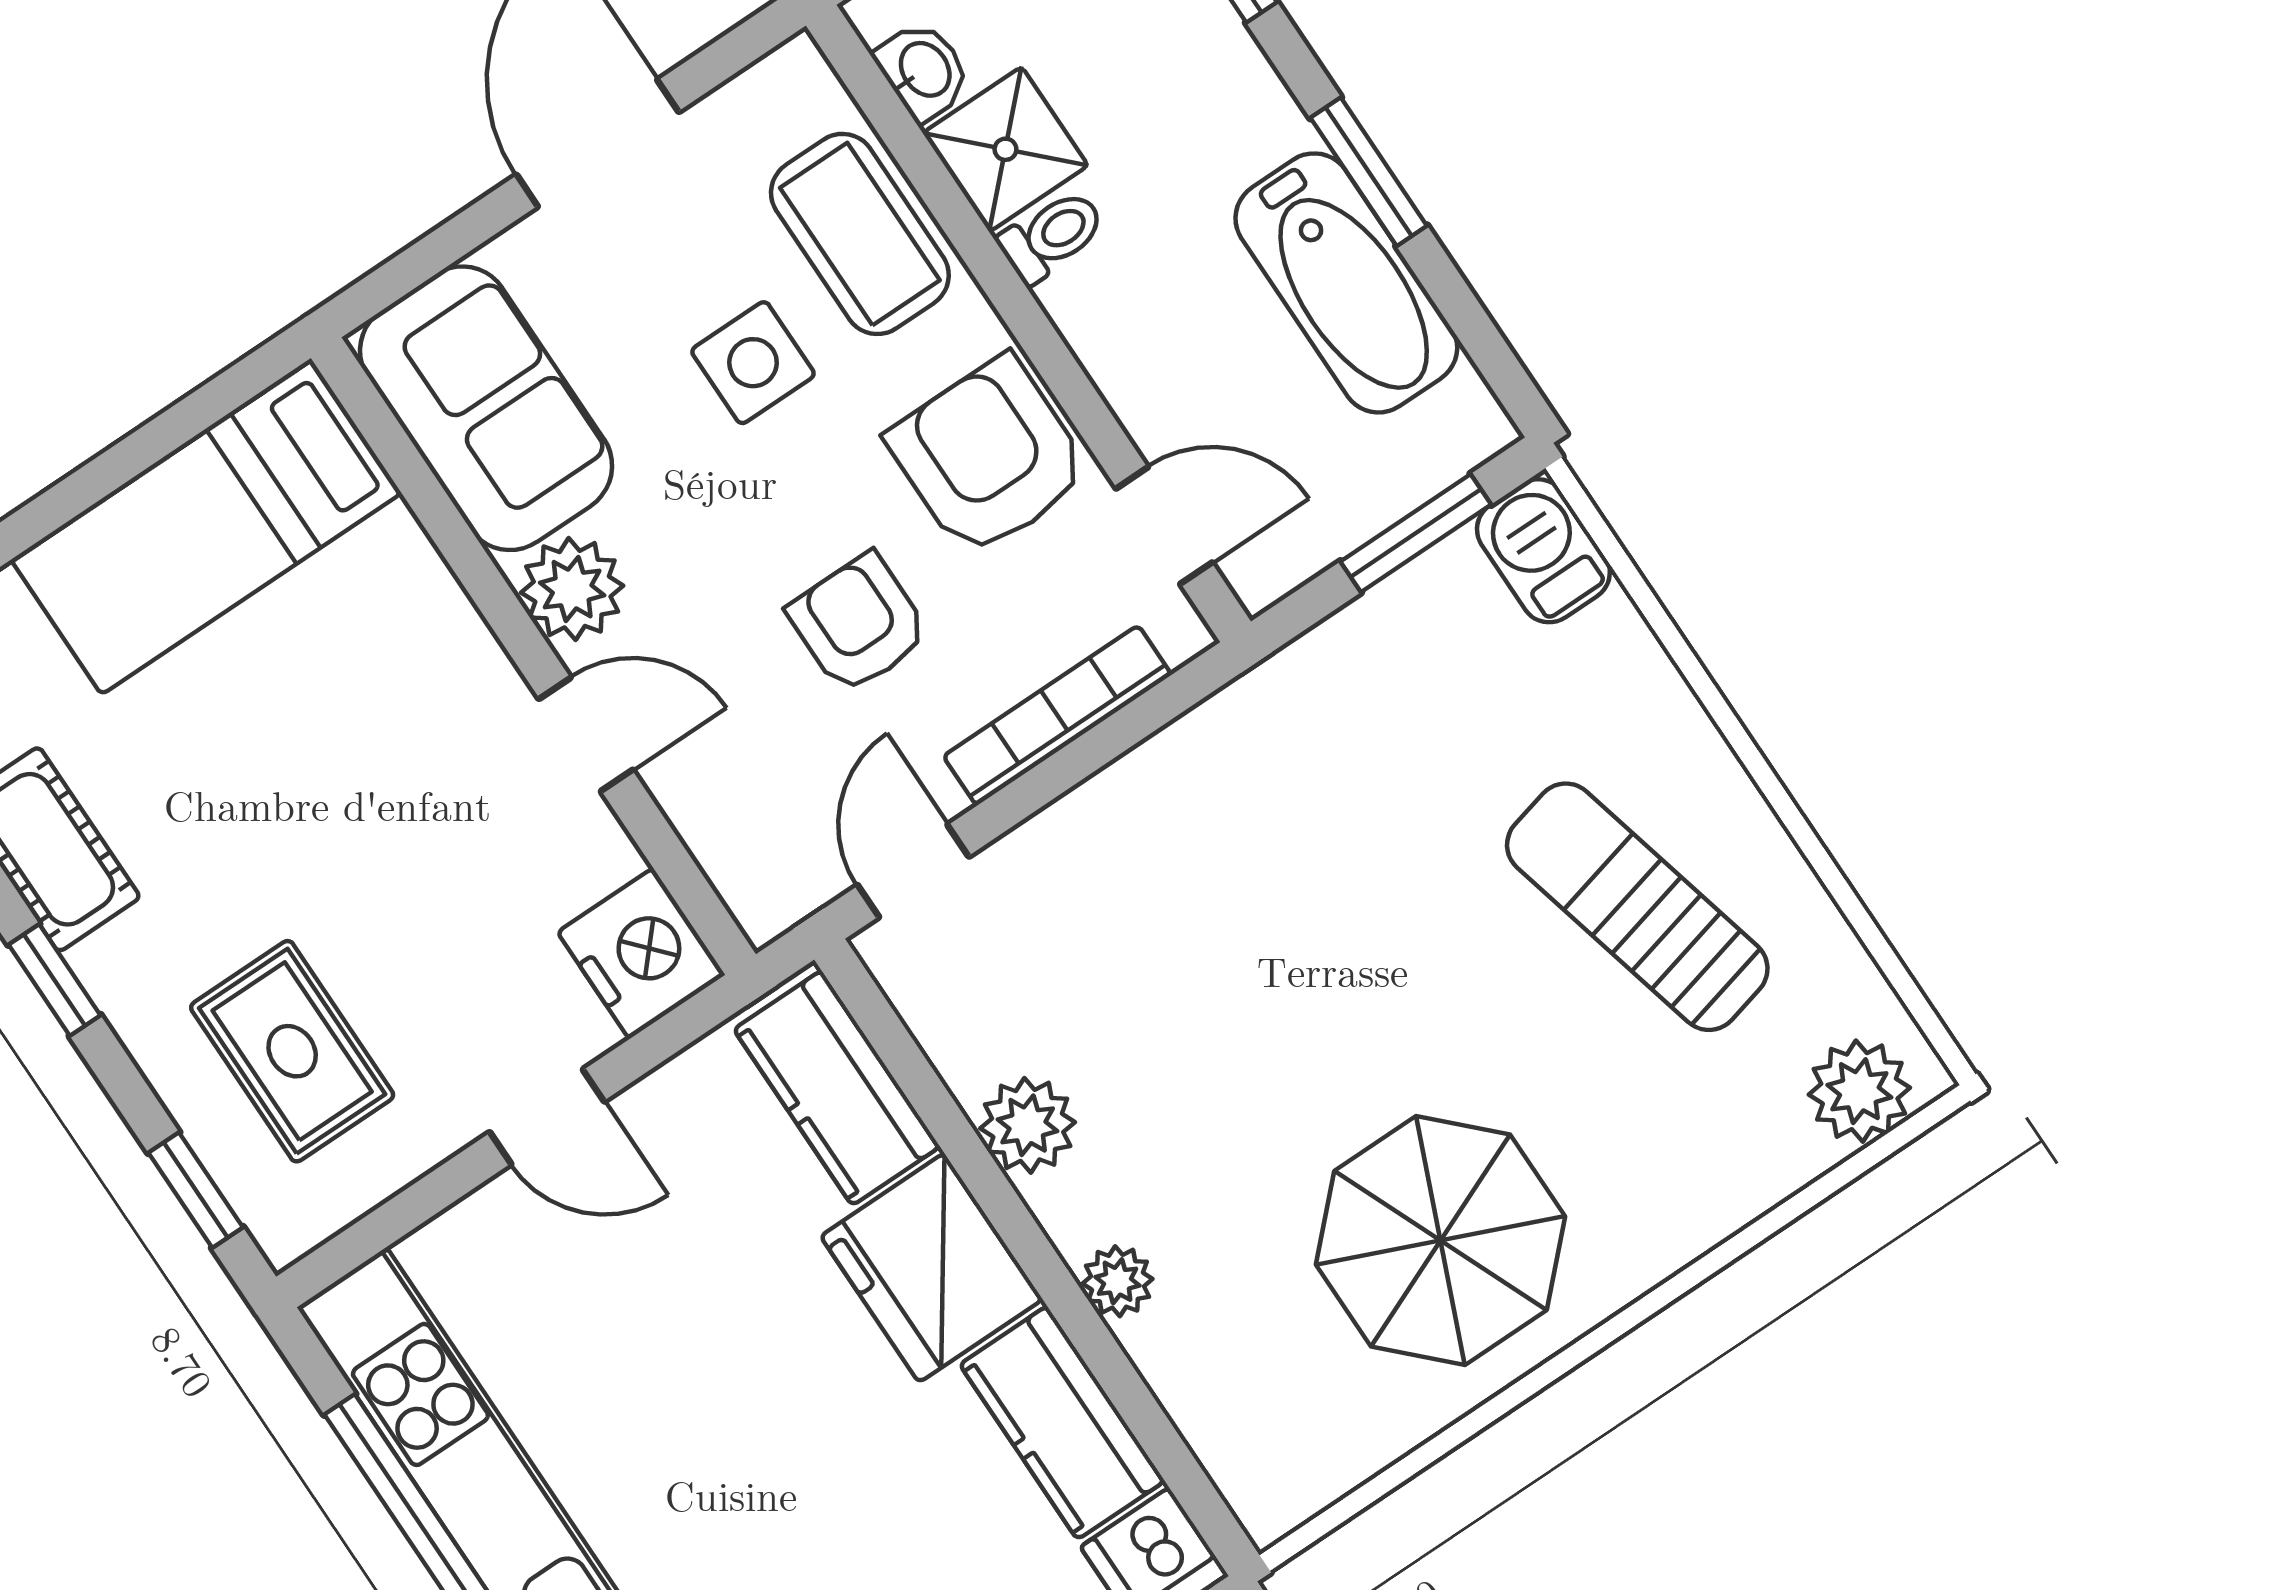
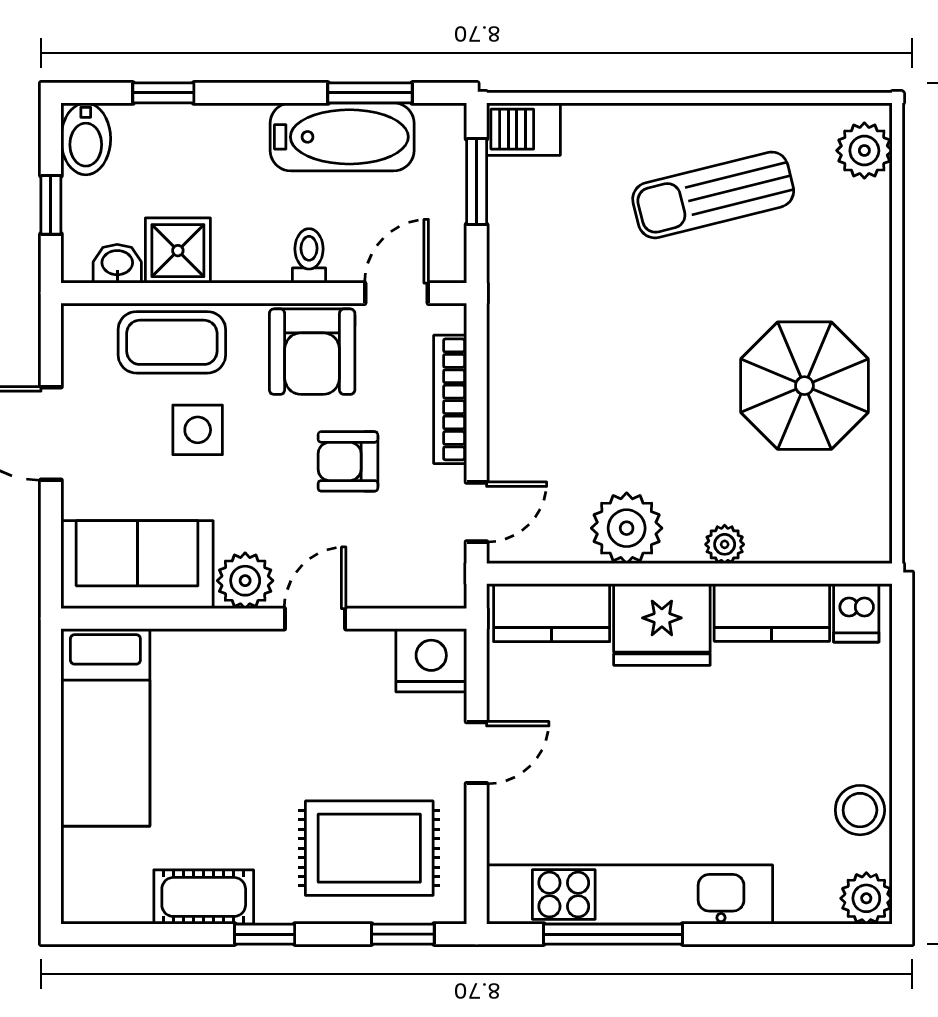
window: (1369, 172) -> (370, 93), moved
toilet: (1052, 236) -> (309, 256), moved
armchair: (989, 457) -> (312, 352), turned -90
door: (913, 871) -> (477, 512), swing flipped
rug: (292, 1051) -> (369, 848), width x1.36, depth x1.43
plant: (1028, 1125) -> (627, 528), width x1.36, depth x1.36

